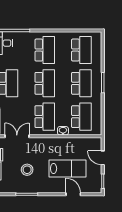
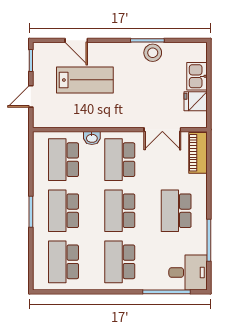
door: (103, 158) -> (31, 96), swing flipped
lab bench: (68, 169) -> (85, 80), turned 180
stool: (27, 170) -> (153, 53), moved

